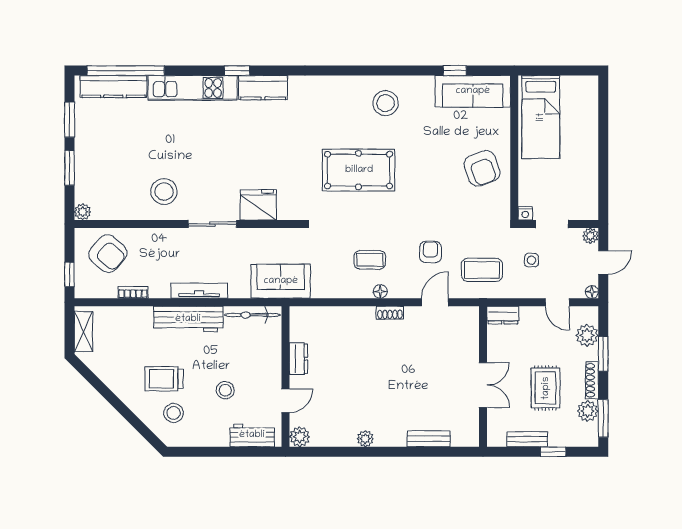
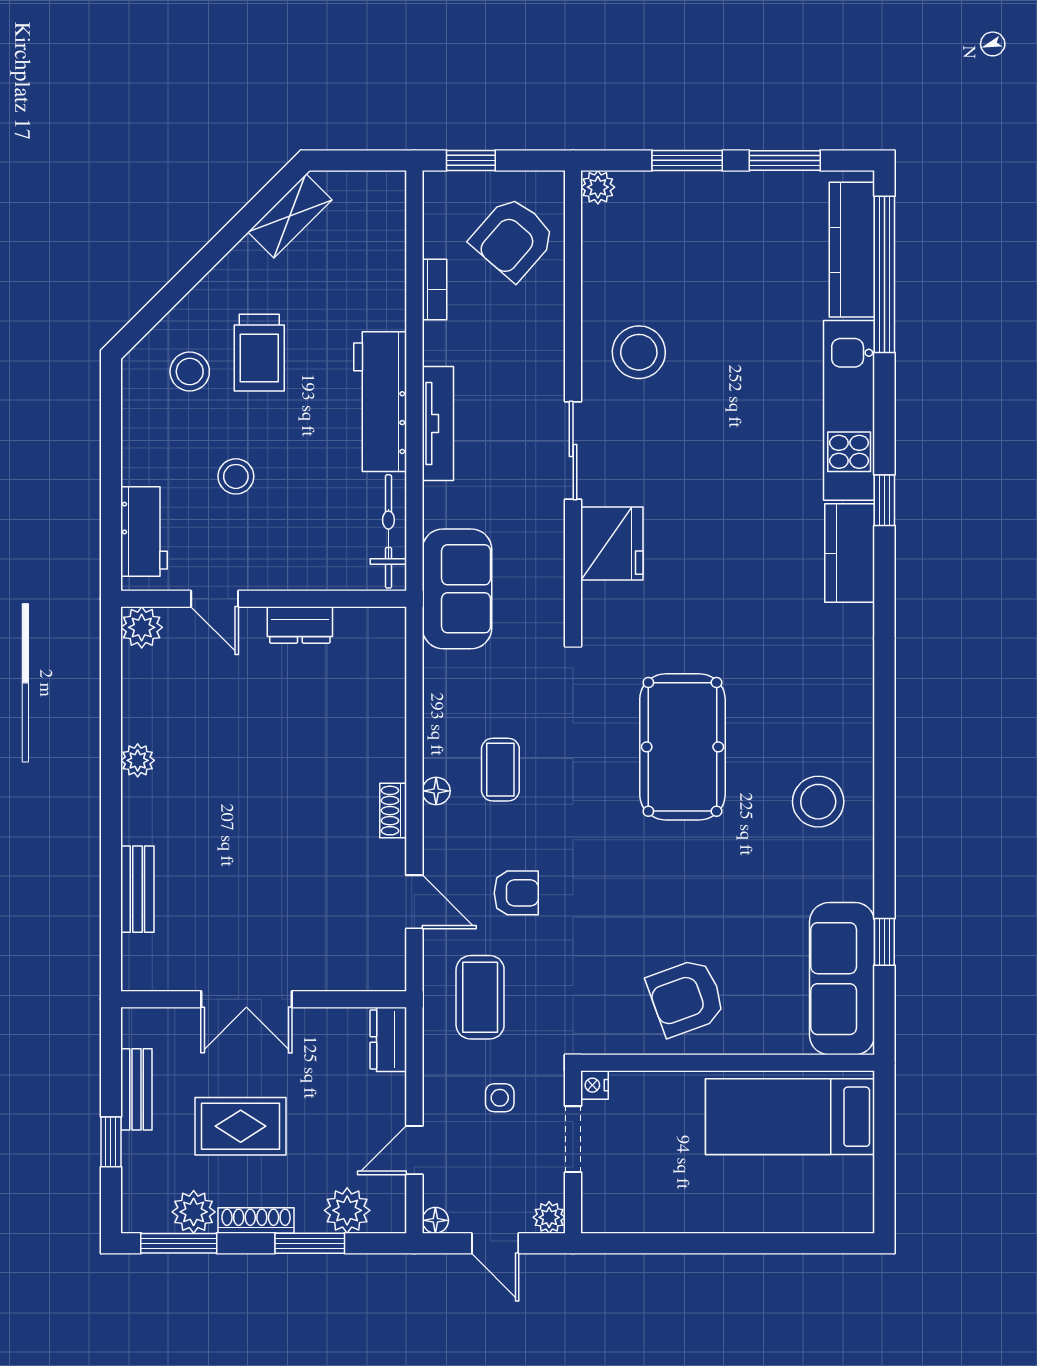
shelving: (83, 332) -> (290, 216), moved, turned -45
trolley: (164, 379) -> (259, 353), turned 180

